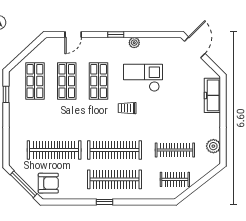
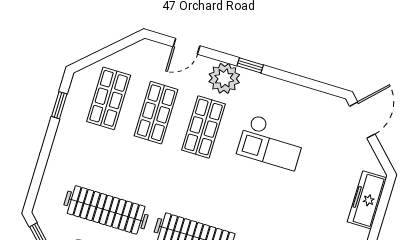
plant: (134, 43) -> (224, 78), moved, width x1.88, depth x1.88
checkout: (143, 78) -> (271, 142), turned 180
trolley: (127, 108) -> (234, 180), removed

